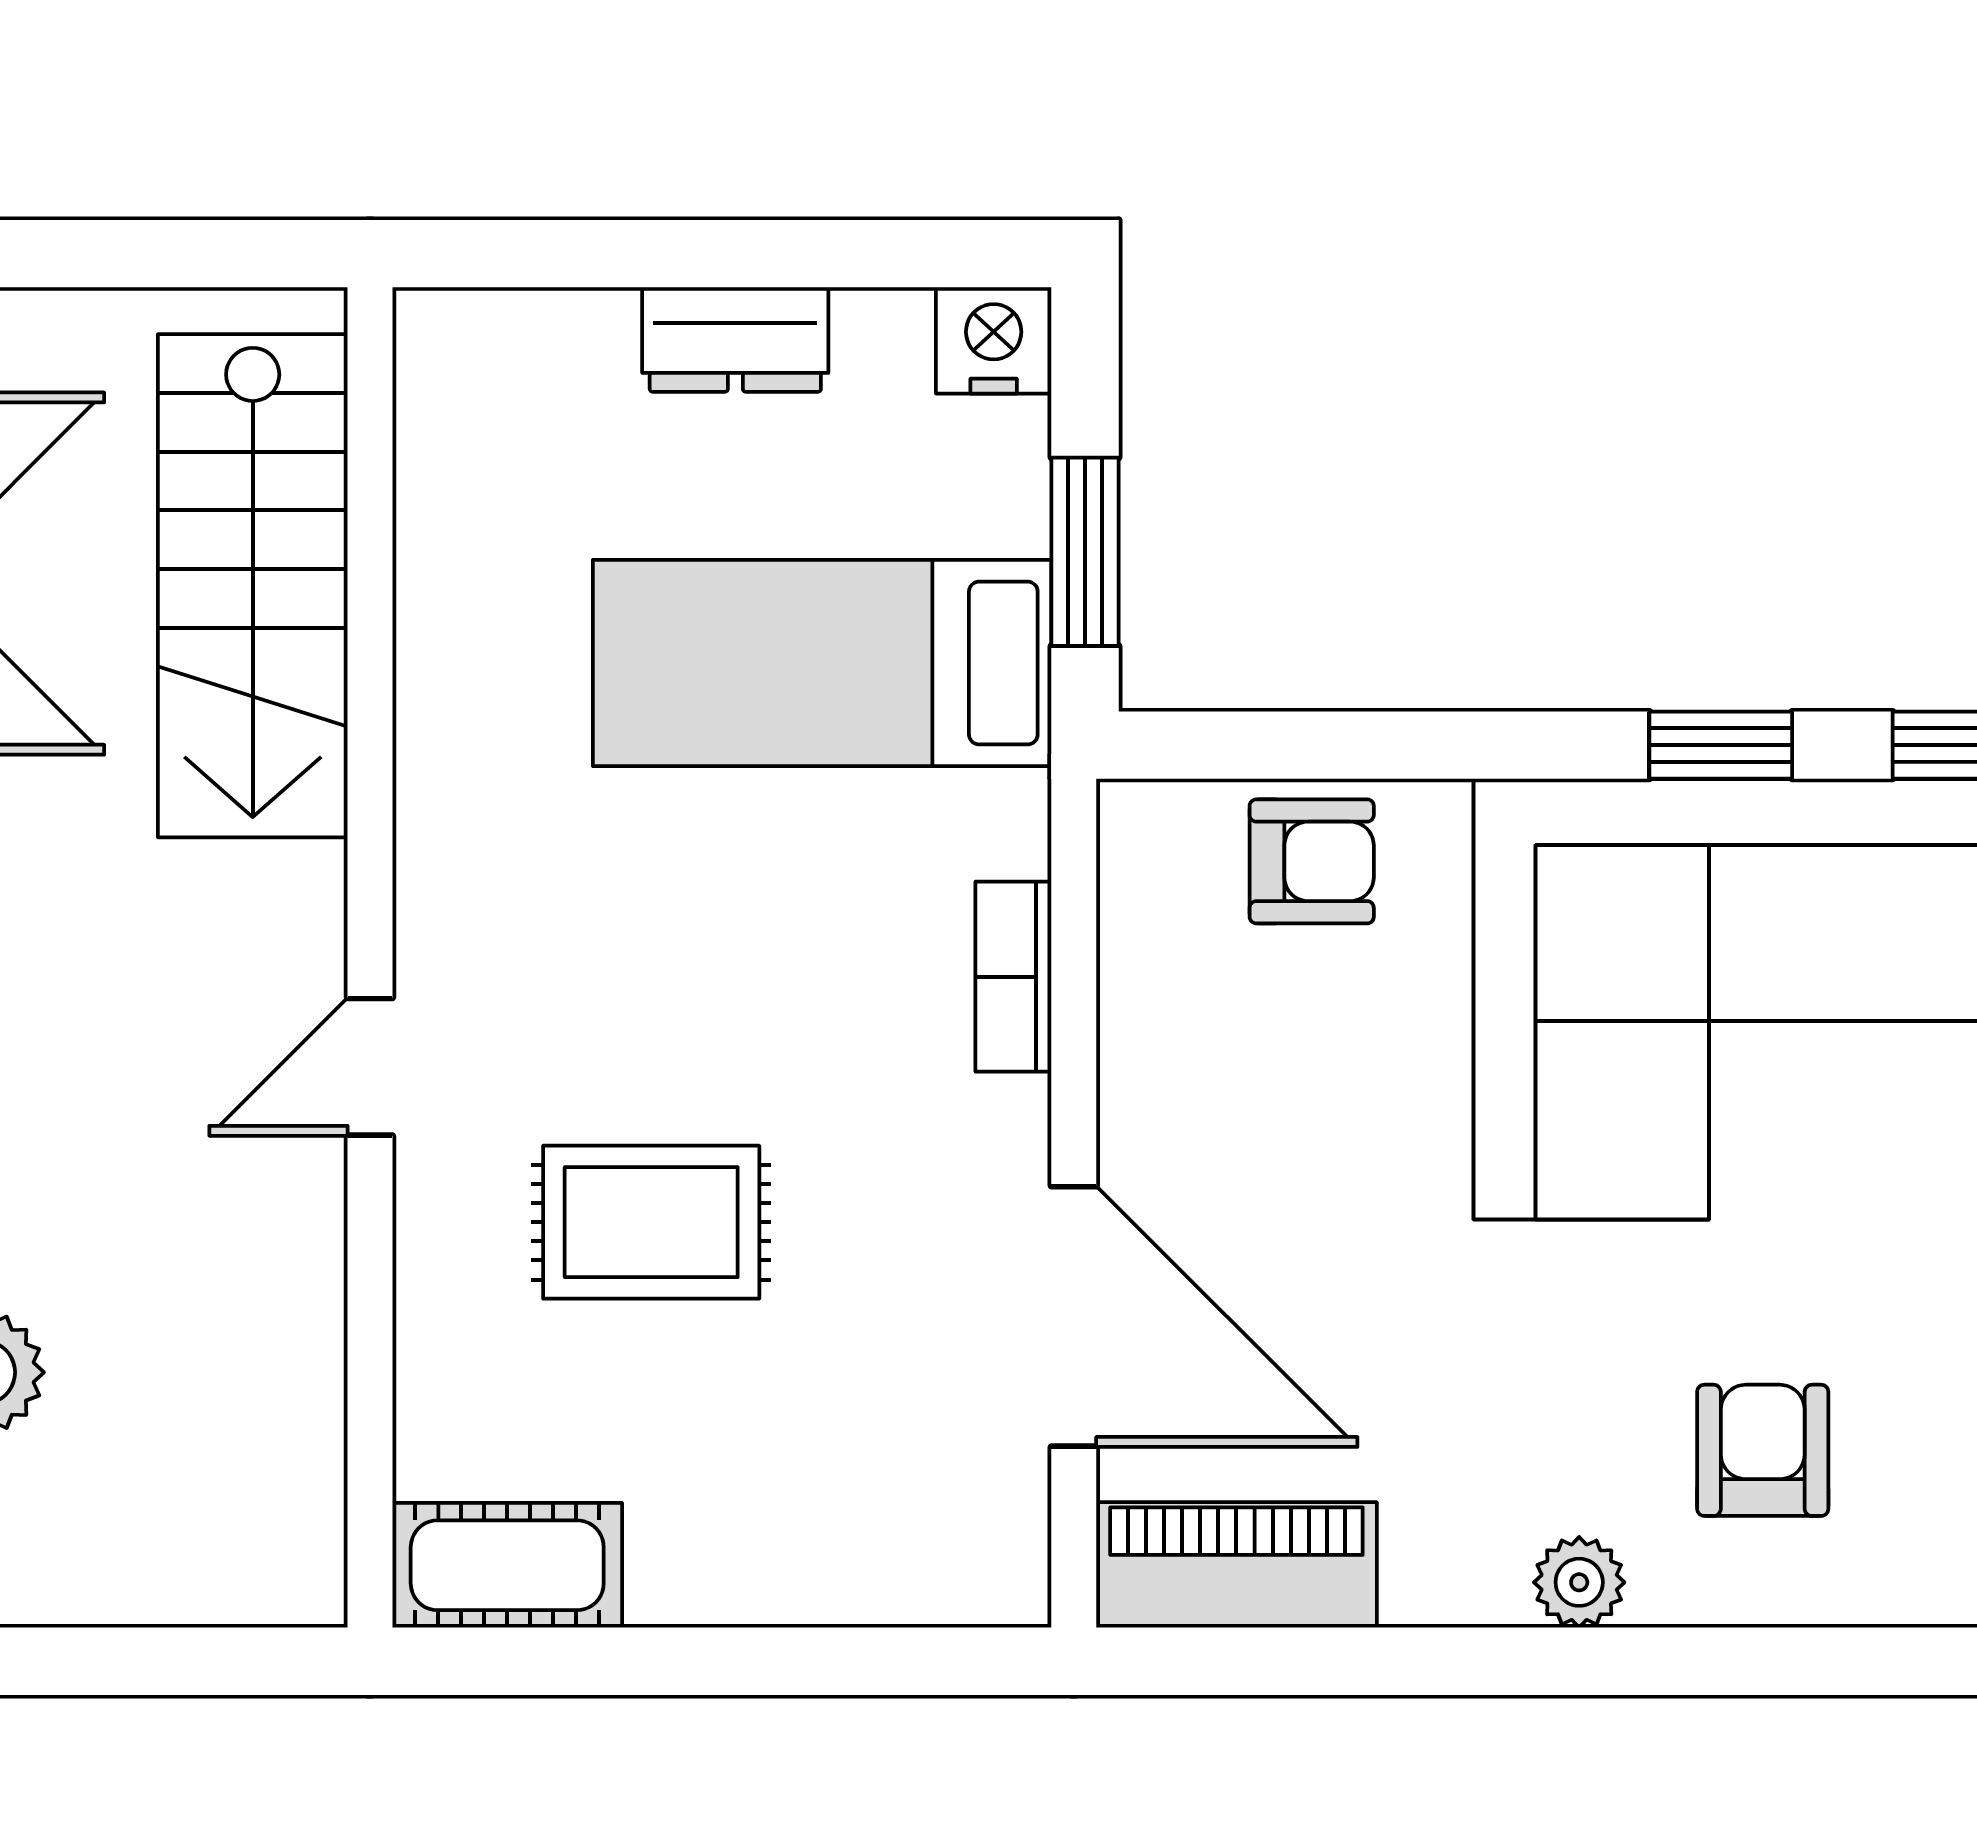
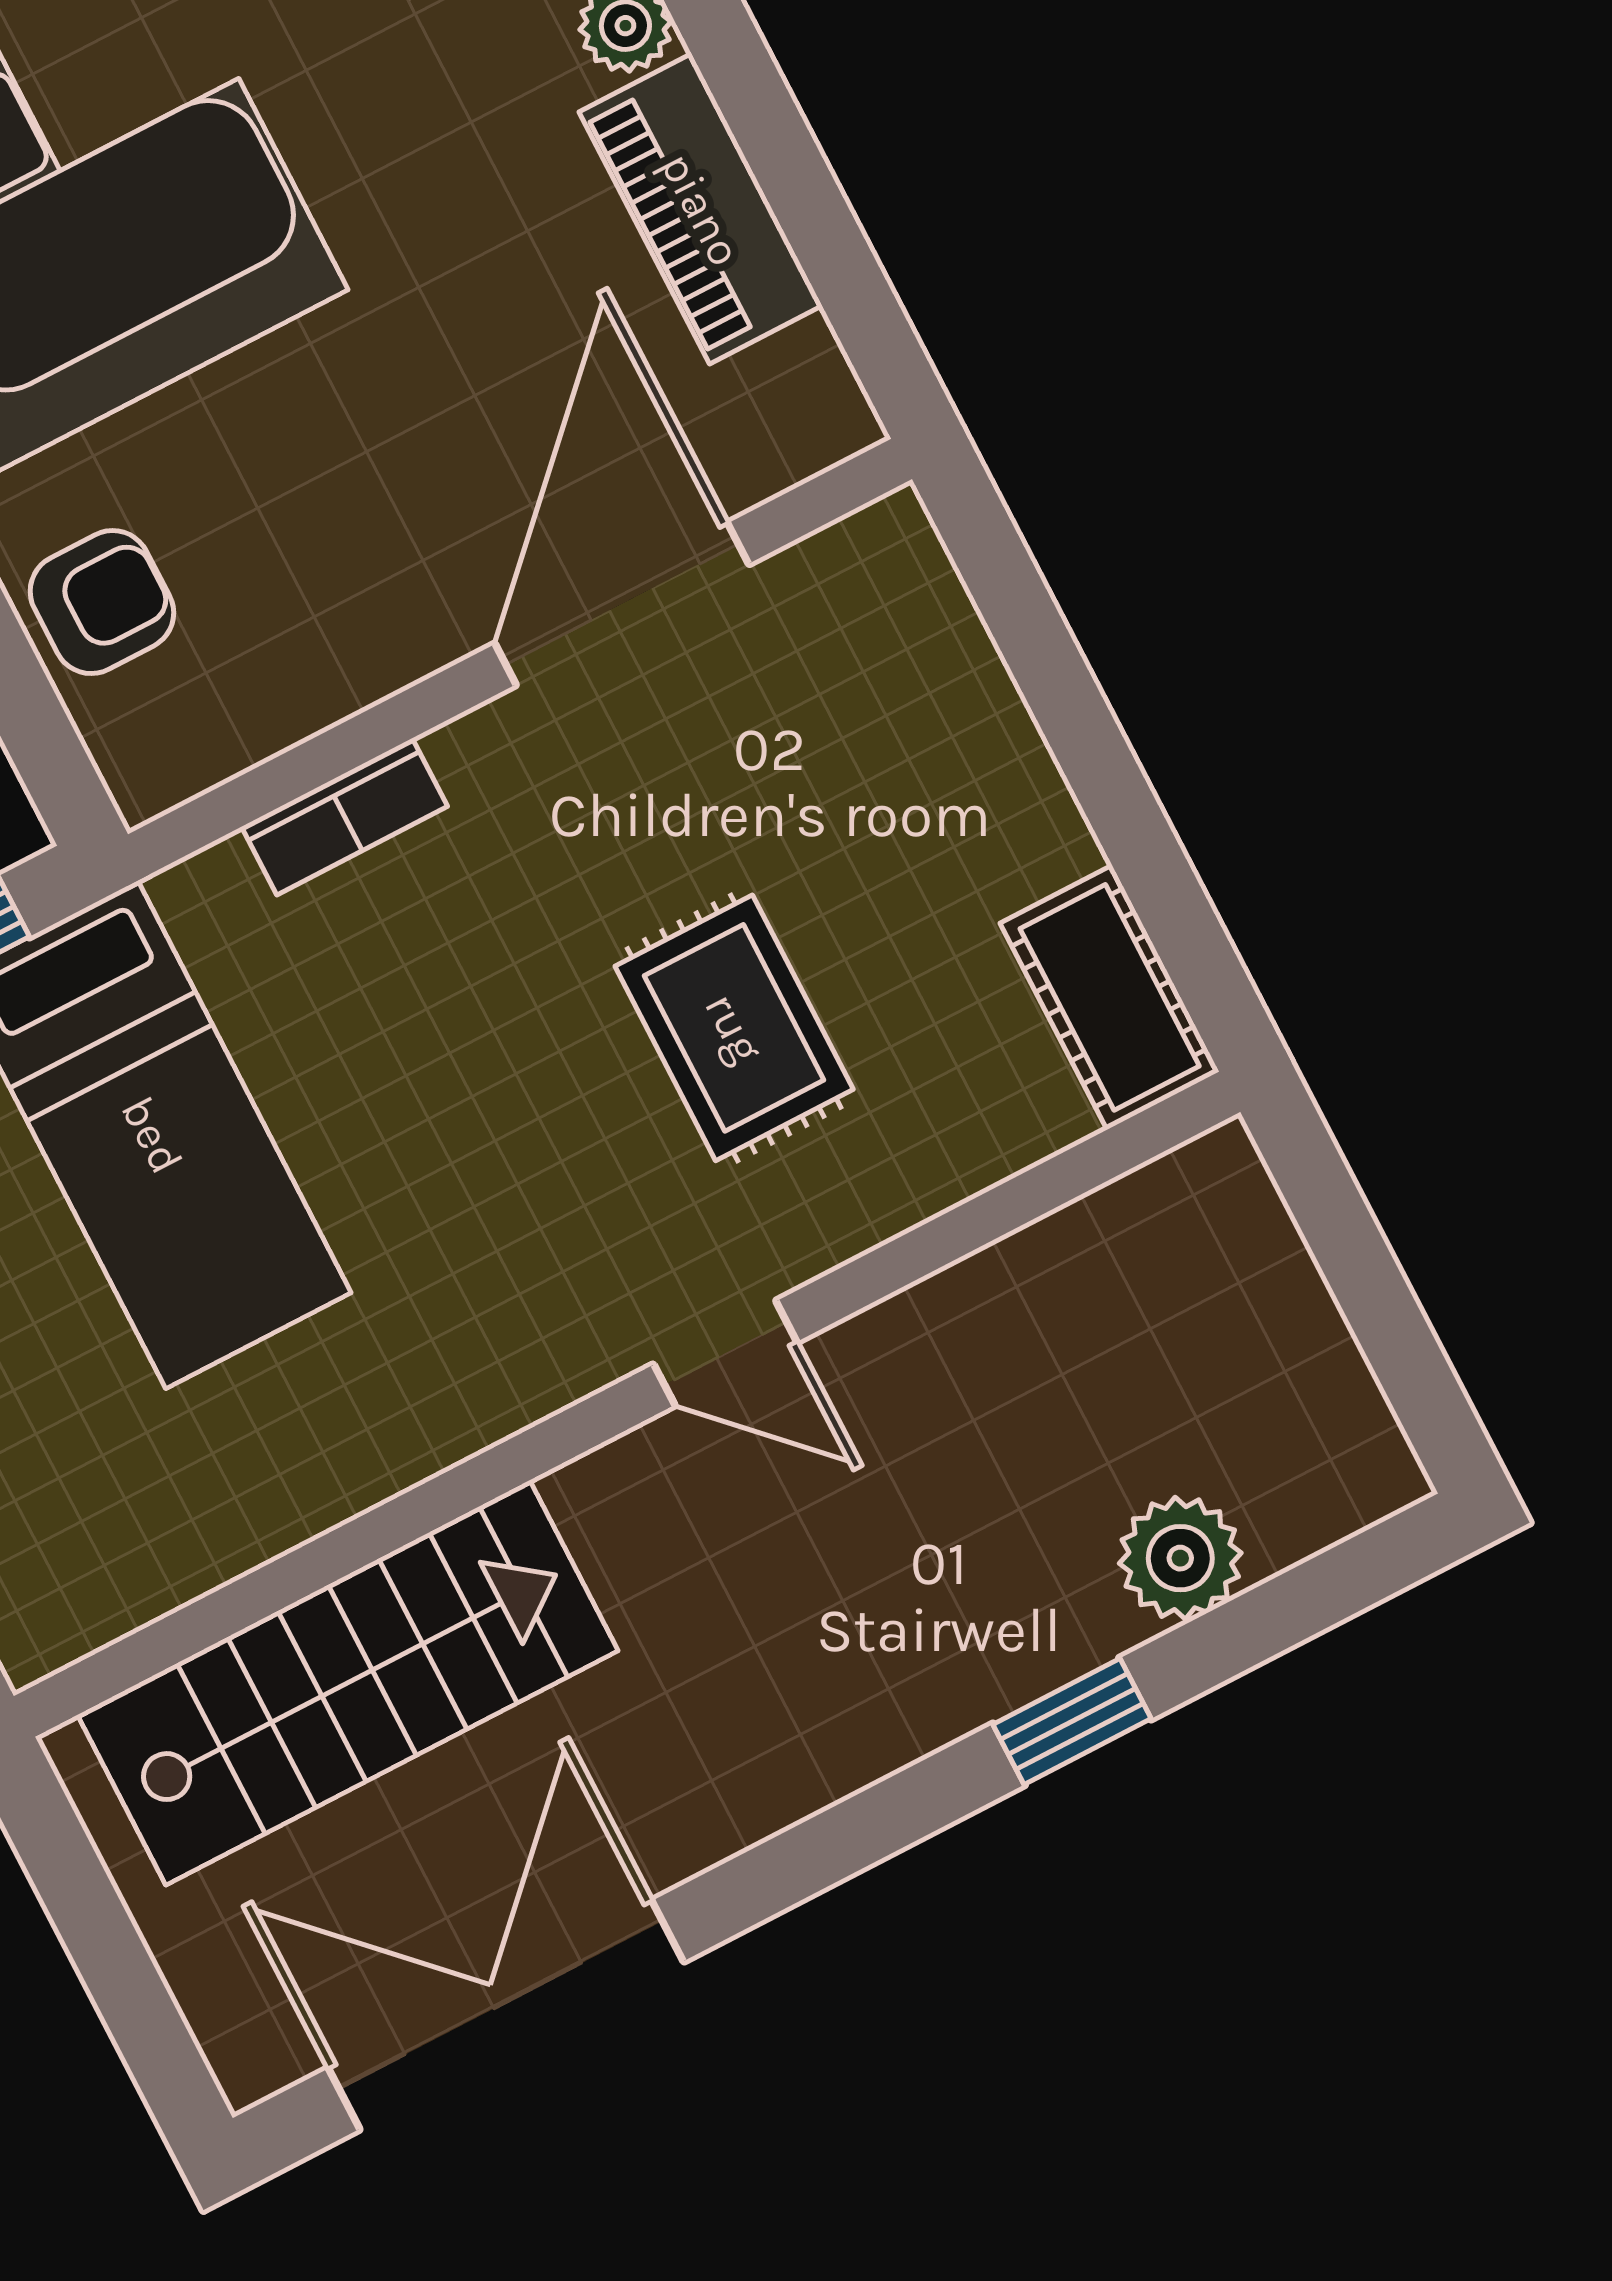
armchair: (1312, 861) -> (102, 602), turned 90
piano: (1236, 1565) -> (701, 209), moved

